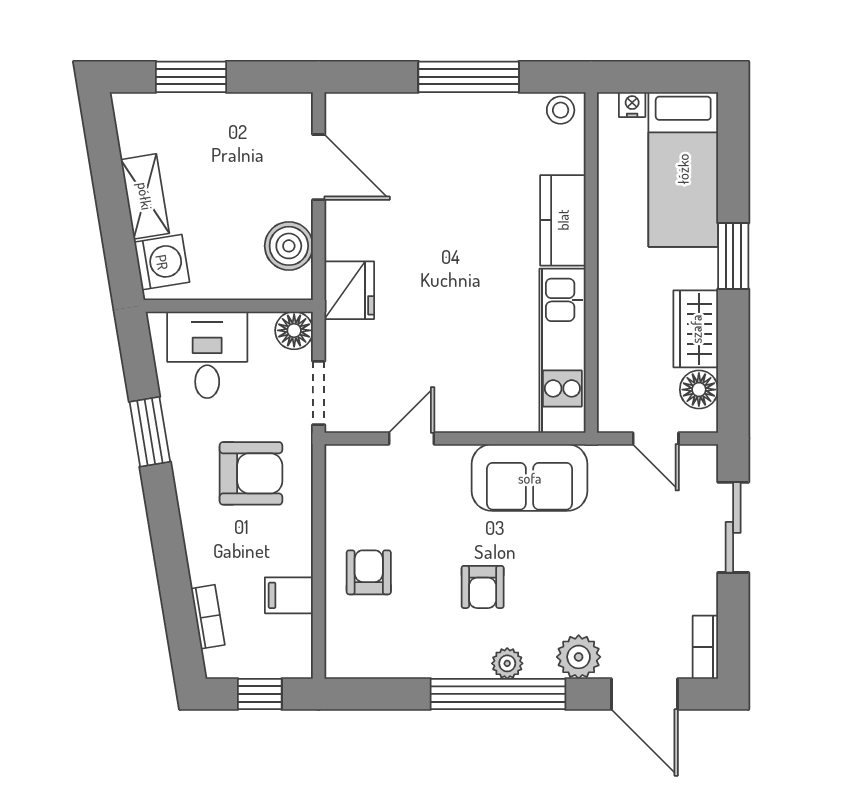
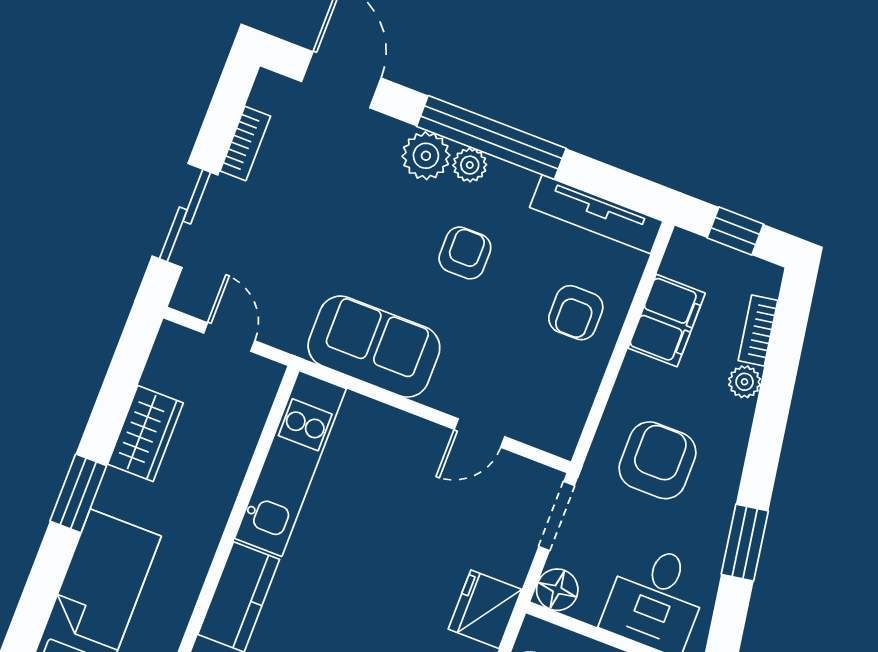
floor lamp: (699, 390) -> (166, 370), removed
armchair: (251, 473) -> (657, 460), turned 90
plant: (203, 569) -> (745, 382), added
filing cabinet: (289, 595) -> (667, 321), width x2.00
bookcase: (705, 647) -> (245, 144), moved
plant: (579, 657) -> (426, 156), moved
tv unit: (383, 663) -> (596, 214), added

